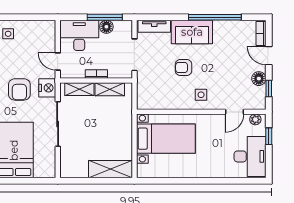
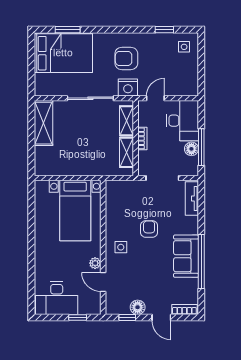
sofa: (192, 32) -> (186, 256), moved
door: (269, 56) -> (161, 318), swing flipped
plant: (255, 119) -> (95, 263), moved
shelving: (110, 169) -> (43, 123), moved

